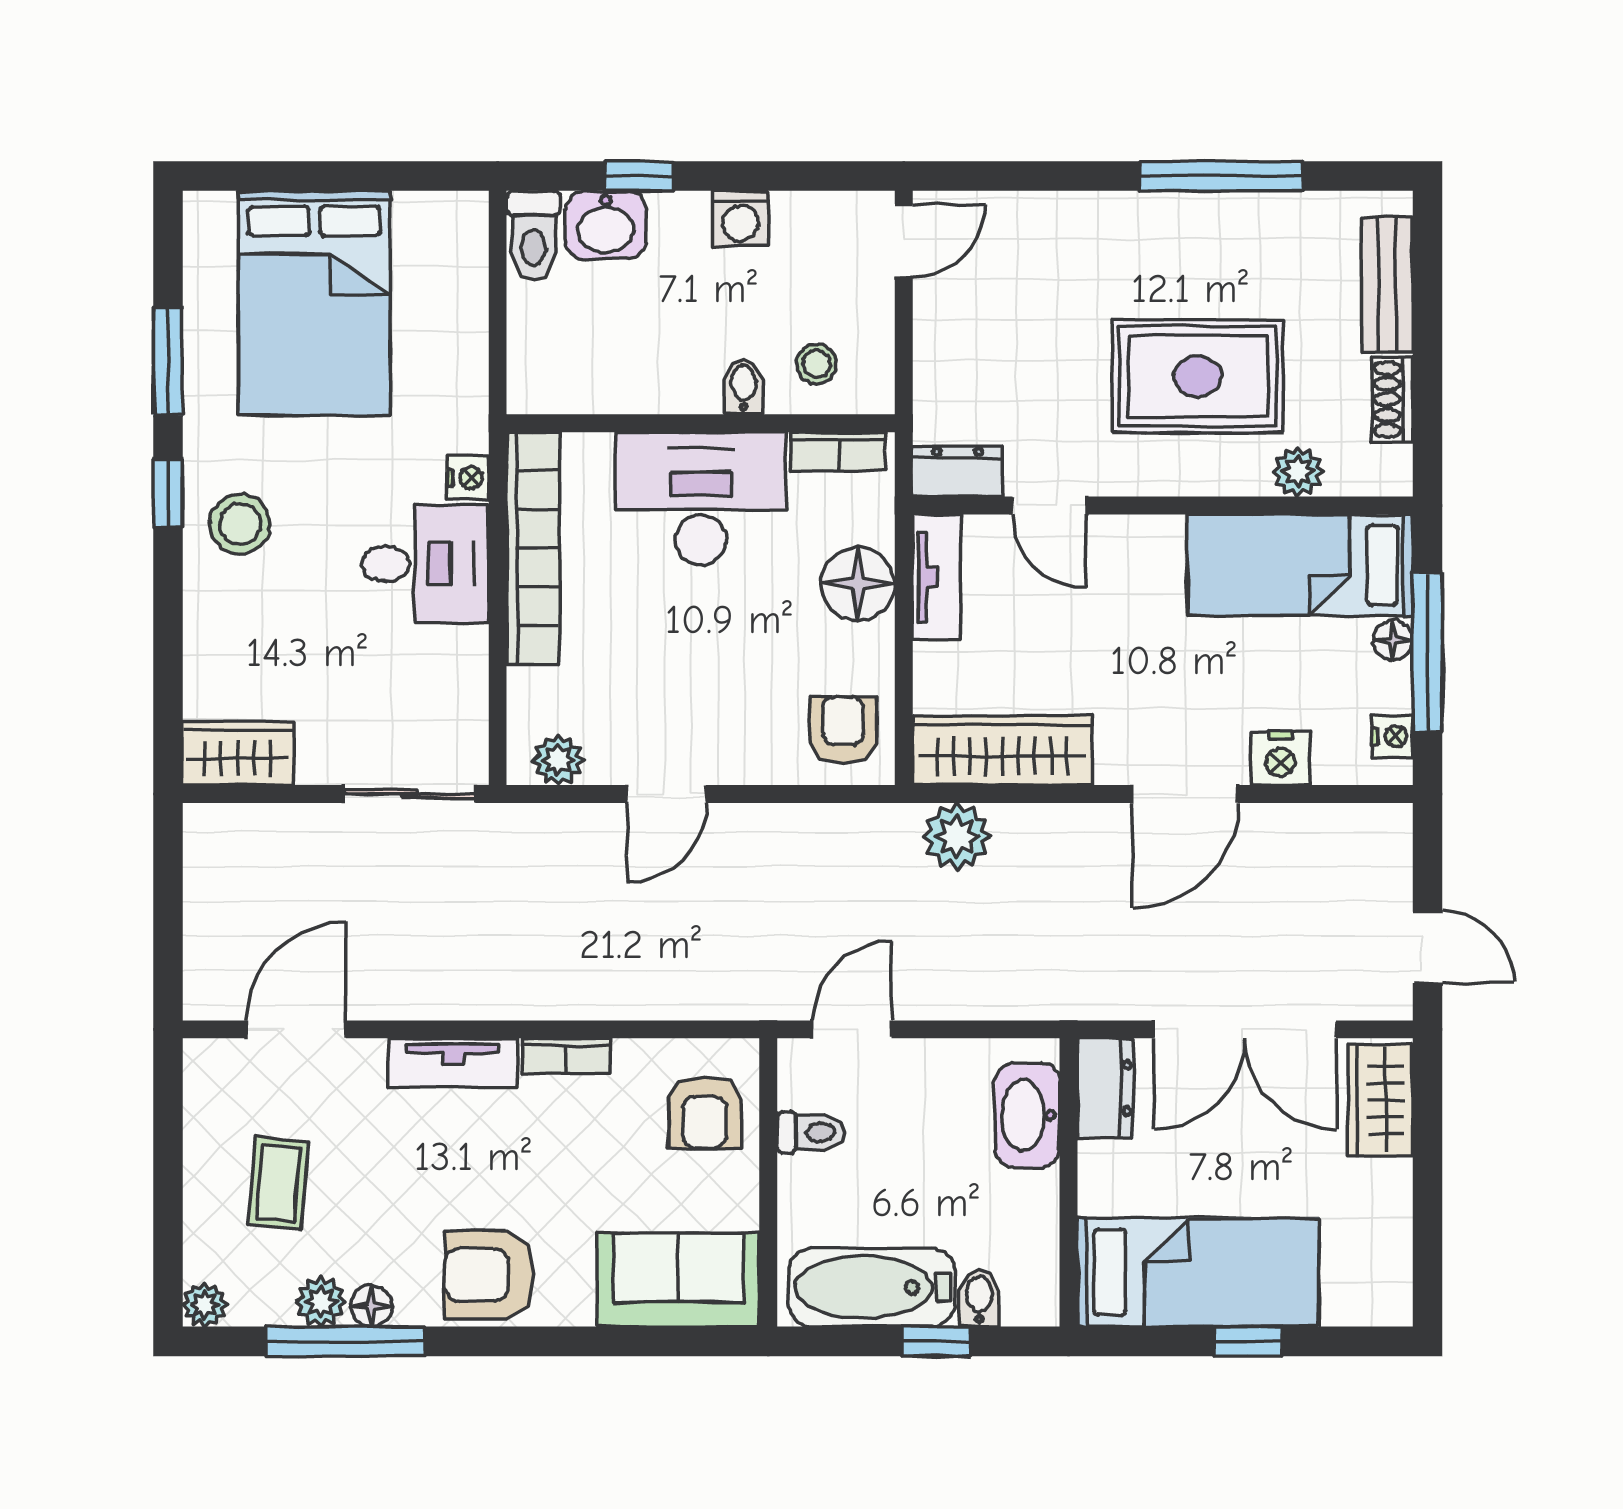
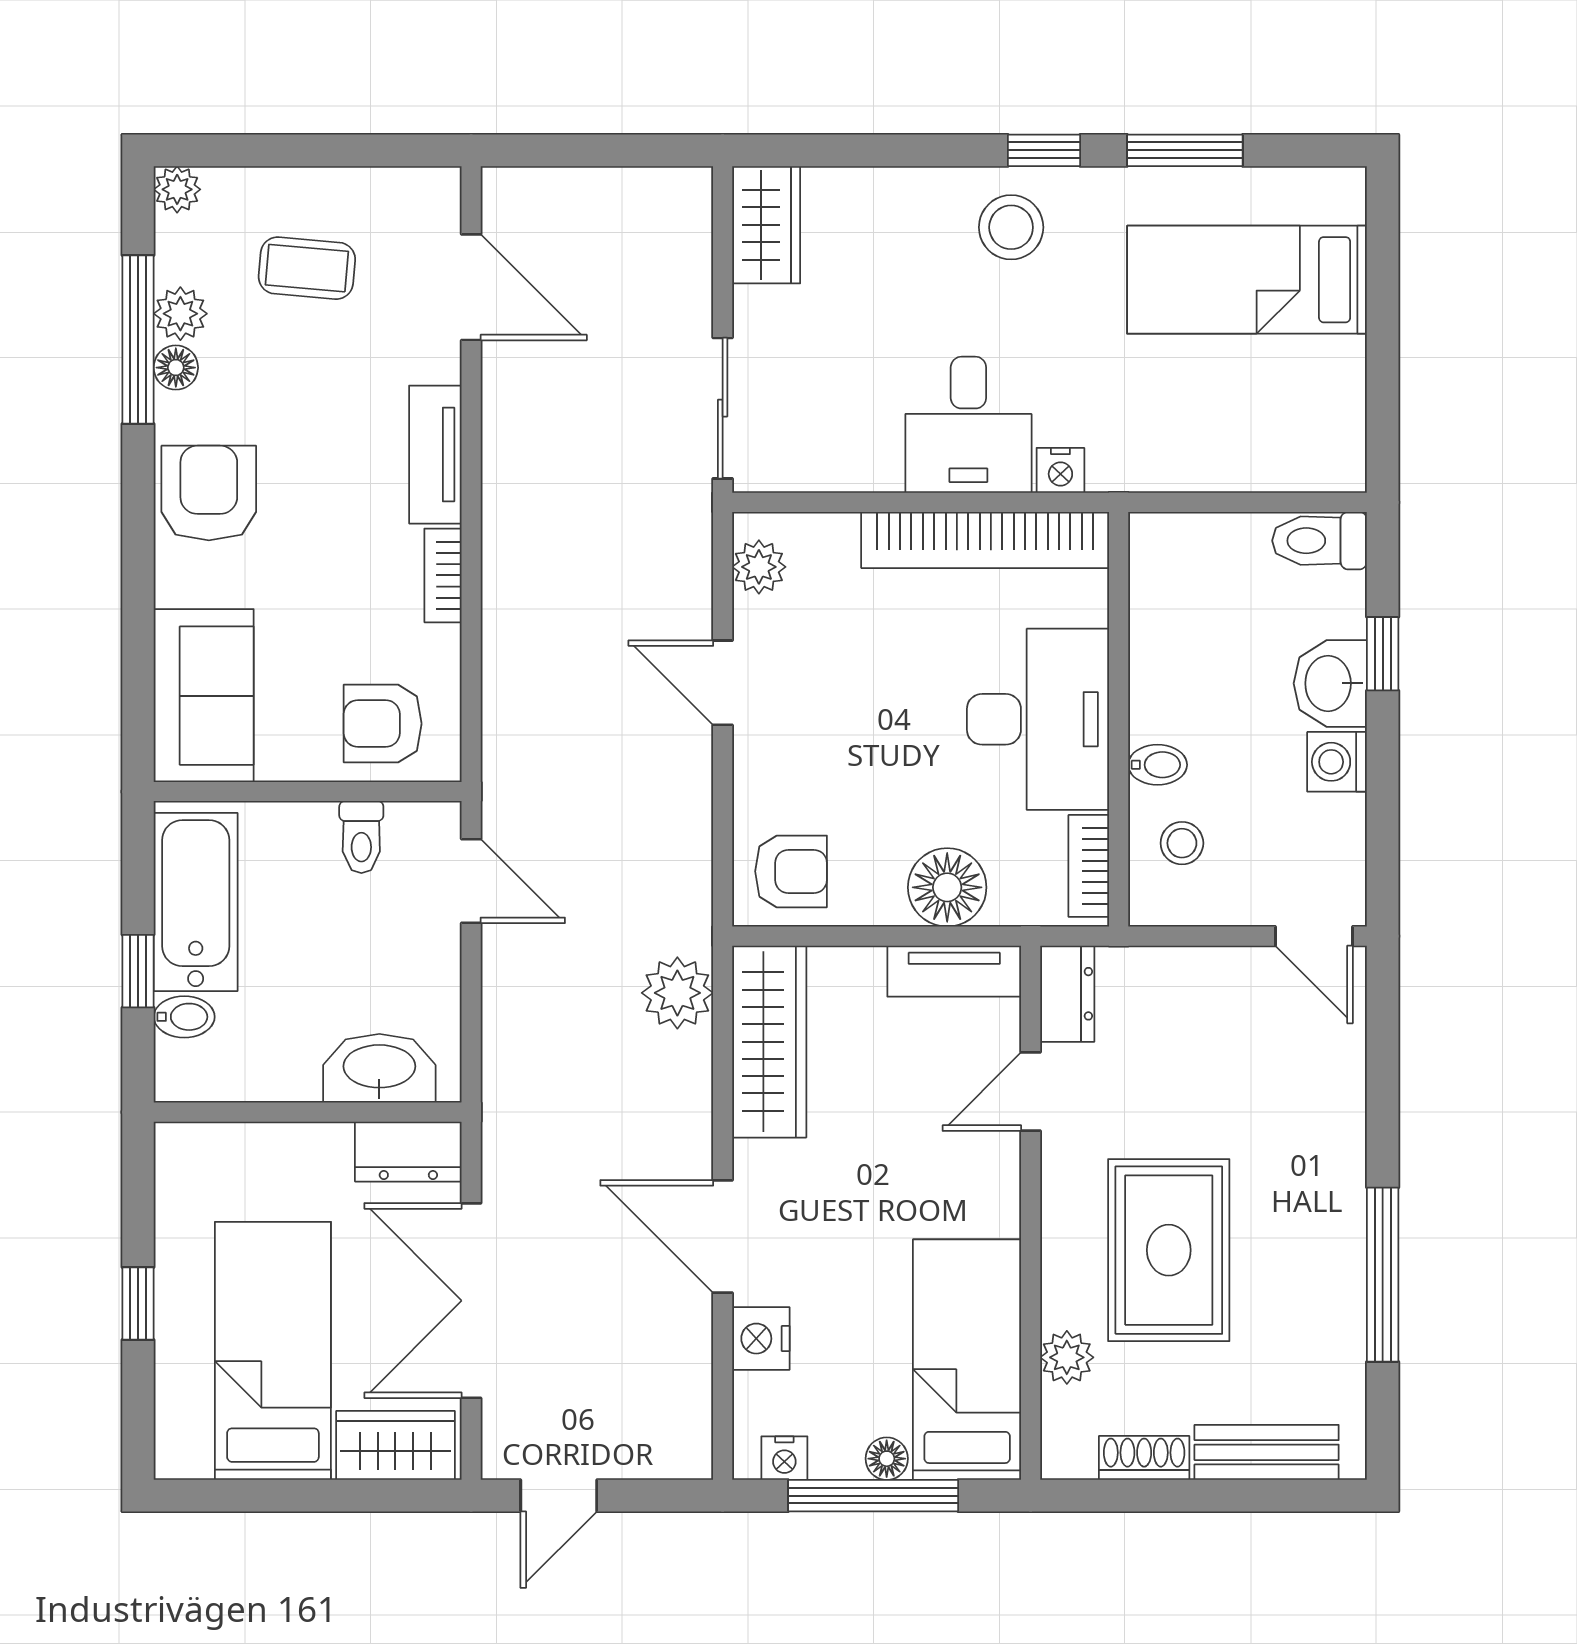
washbasin: (606, 225) -> (1330, 683), moved
bed: (314, 303) -> (1247, 280), width x0.67
bed: (1198, 1272) -> (273, 1351), moved, turned 180

